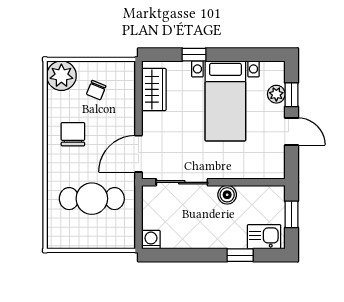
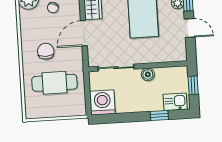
chair: (73, 134) -> (46, 51), moved
door: (138, 154) -> (84, 33), moved
washing machine: (151, 240) -> (102, 103), width x1.89, depth x1.89

